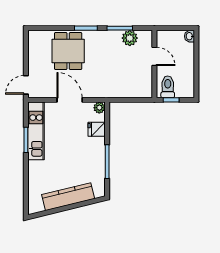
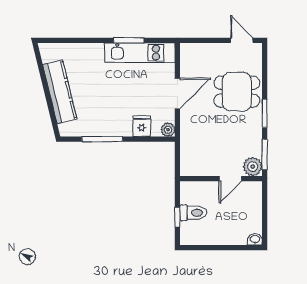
door: (154, 56) -> (230, 179), moved
wall: (154, 64) -> (221, 179), moved
door: (26, 85) -> (242, 40), moved

